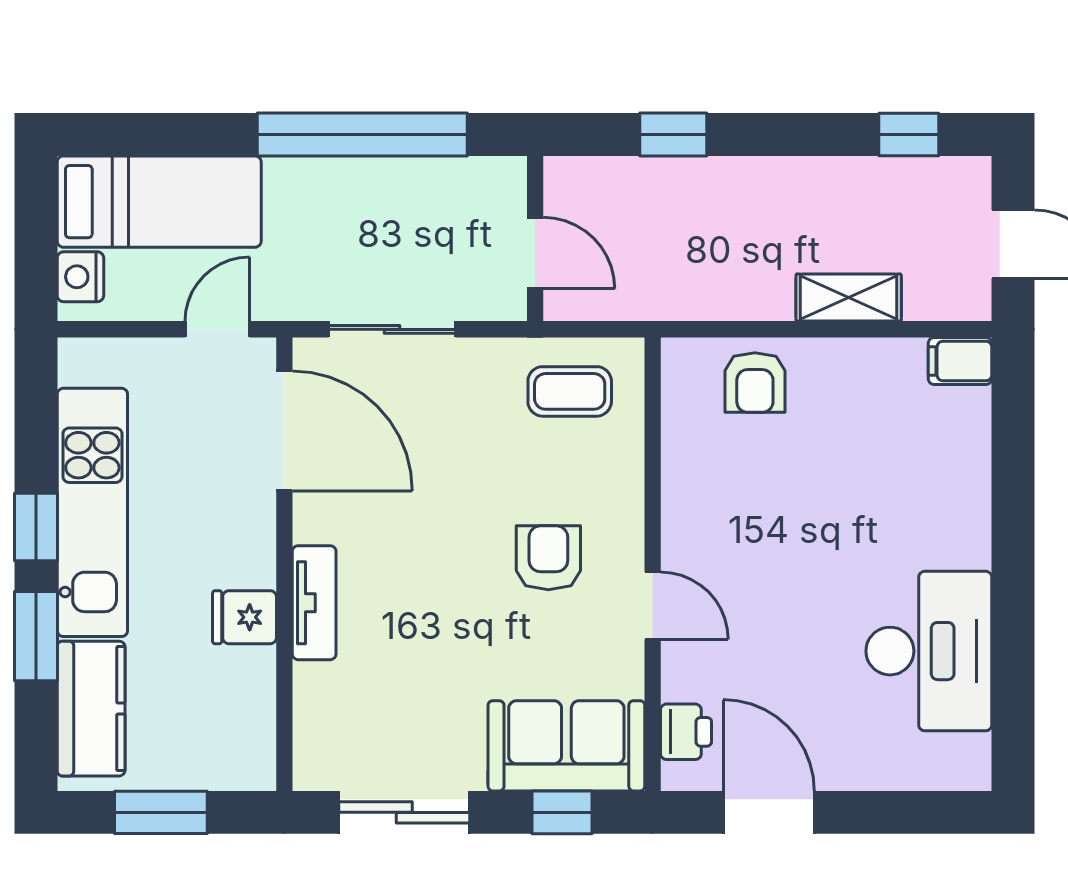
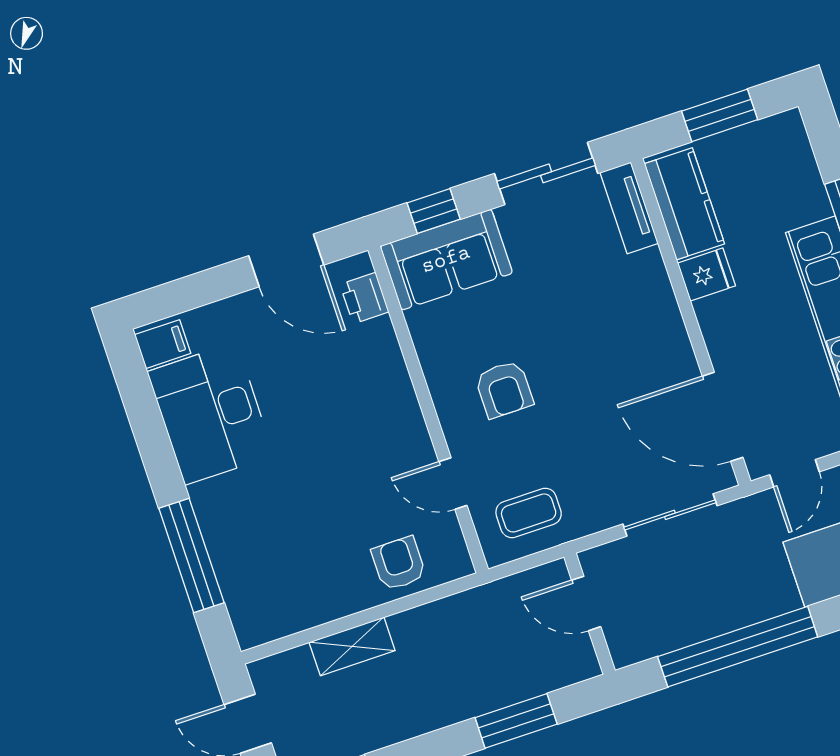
window: (673, 134) -> (516, 721), width x1.50
filing cabinet: (960, 361) -> (163, 344), moved
window: (1013, 480) -> (191, 556), added
tv unit: (314, 603) -> (629, 208), moved
door: (653, 606) -> (453, 484), moved
kitchen counter: (91, 709) -> (684, 204), moved, turned 180

